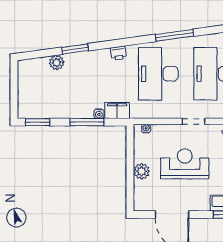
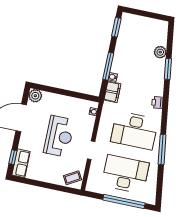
desk: (158, 74) -> (134, 130), turned 180
plant: (142, 171) -> (35, 96), moved

